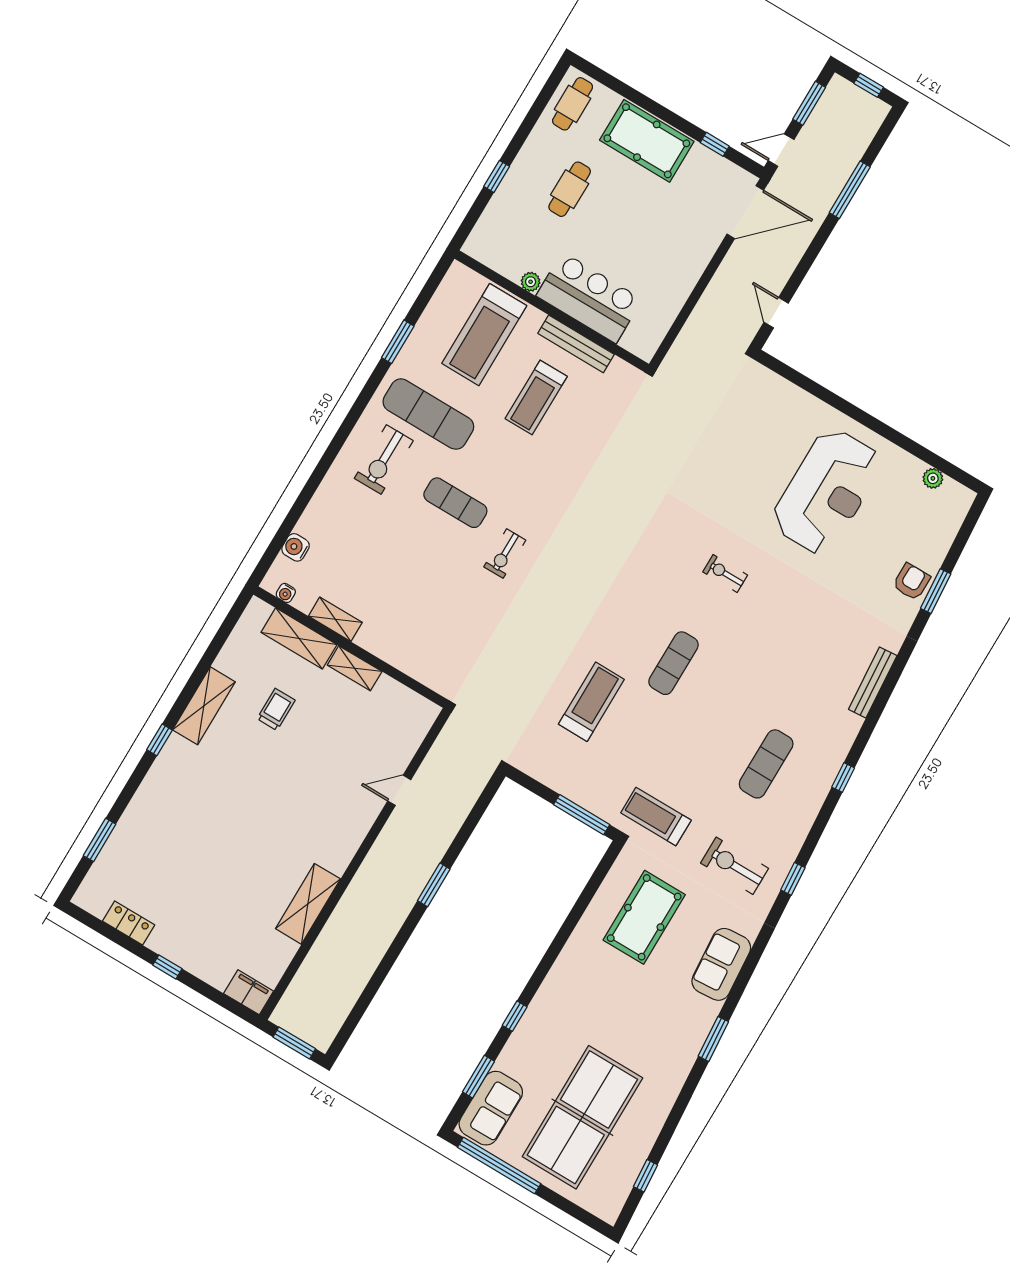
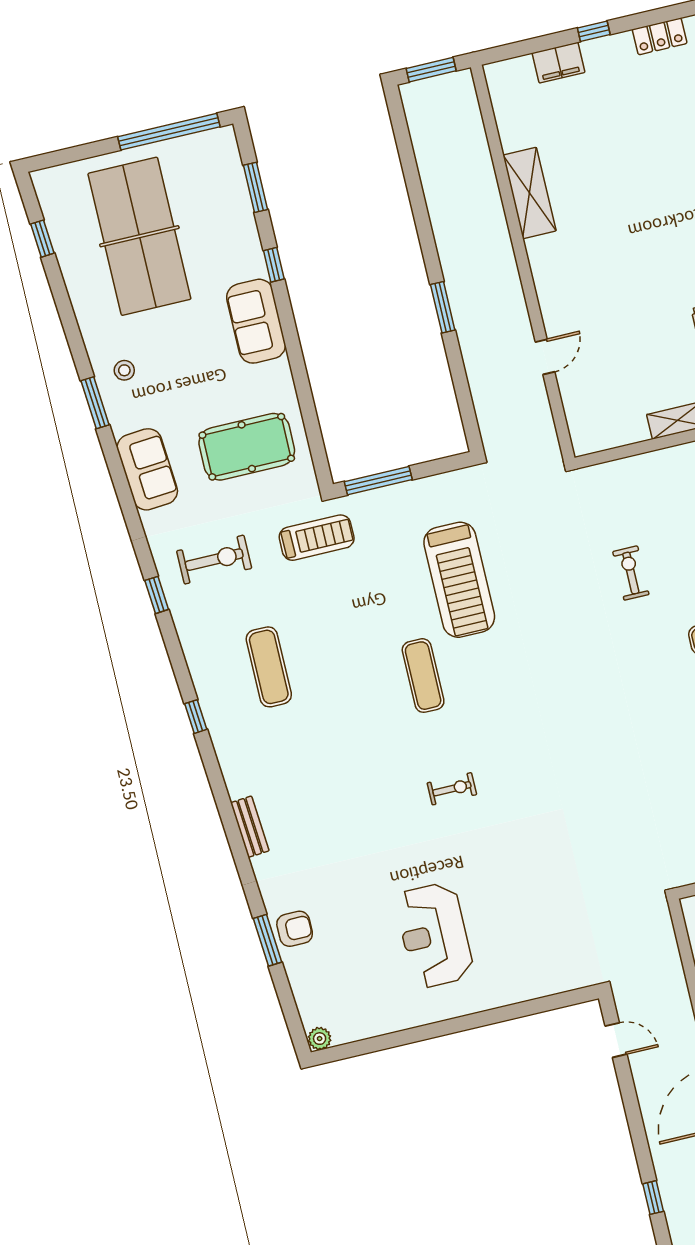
window: (850, 190) -> (653, 1198), width x0.46
plant: (933, 478) -> (320, 1039), moved
reception desk: (827, 491) -> (434, 935), width x0.74, depth x0.77
exercise bike: (505, 554) -> (631, 573), moved
armchair: (911, 582) -> (295, 929), turned -90
bench: (873, 683) -> (250, 827), width x0.73
treadmill: (591, 702) -> (459, 580), width x1.37, depth x1.38
pool table: (644, 917) -> (247, 447), turned 90
filing cabinet: (249, 992) -> (559, 63), moved
stool: (675, 1041) -> (124, 370), added
sofa: (491, 1108) -> (256, 321), moved

